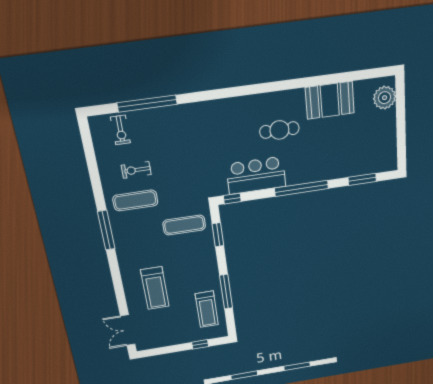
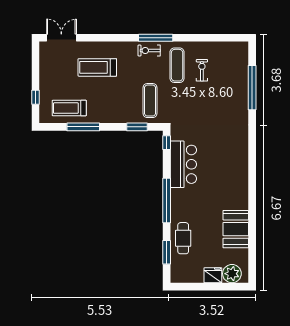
fridge: (387, 121) -> (213, 275), added
exercise bike: (120, 130) -> (149, 51), moved
cafe table: (279, 130) -> (183, 238), moved

